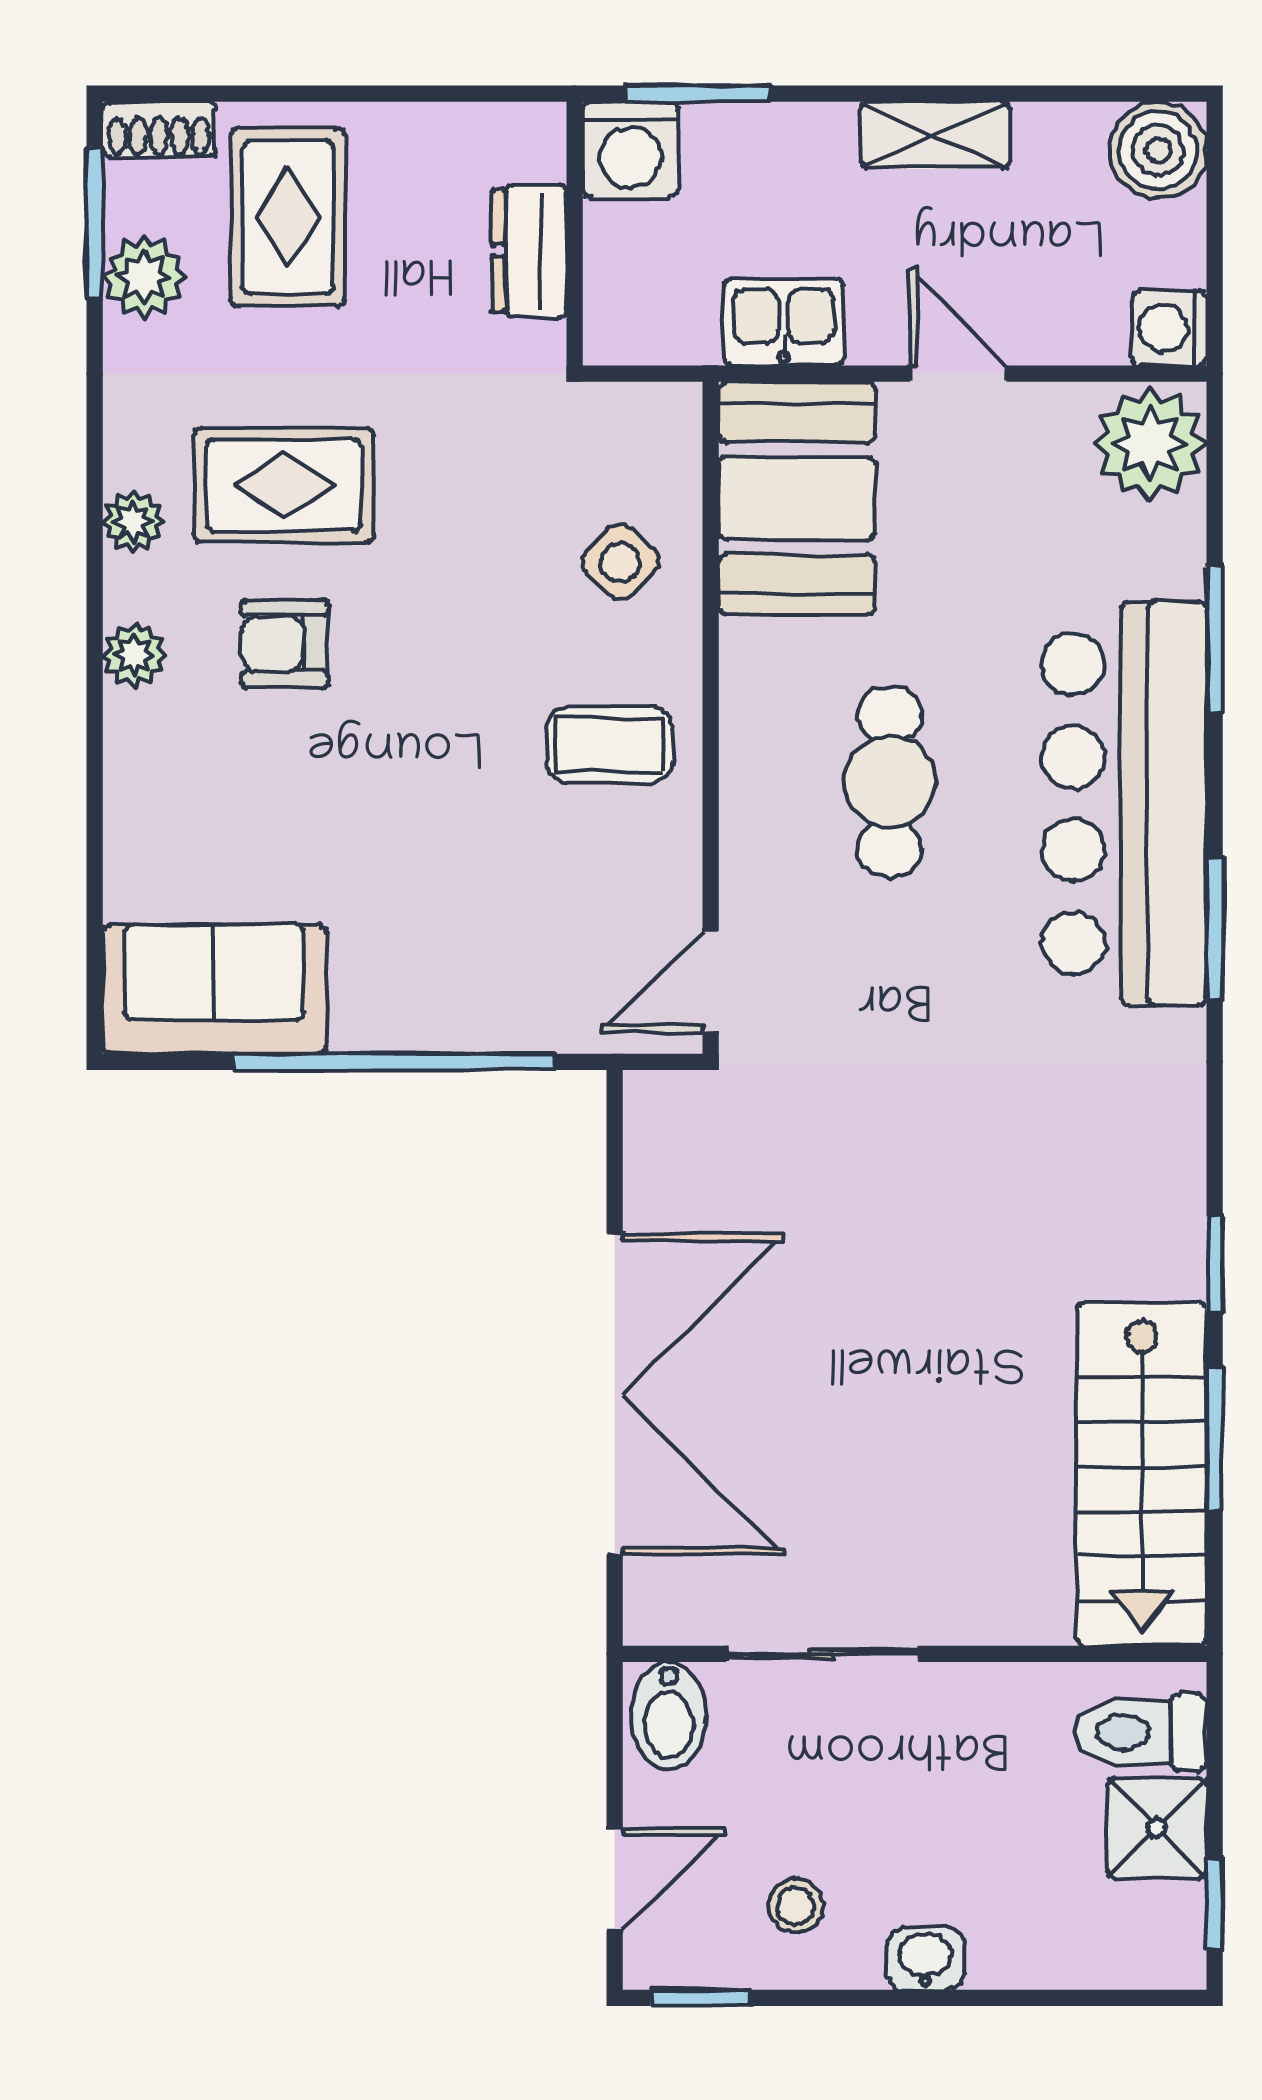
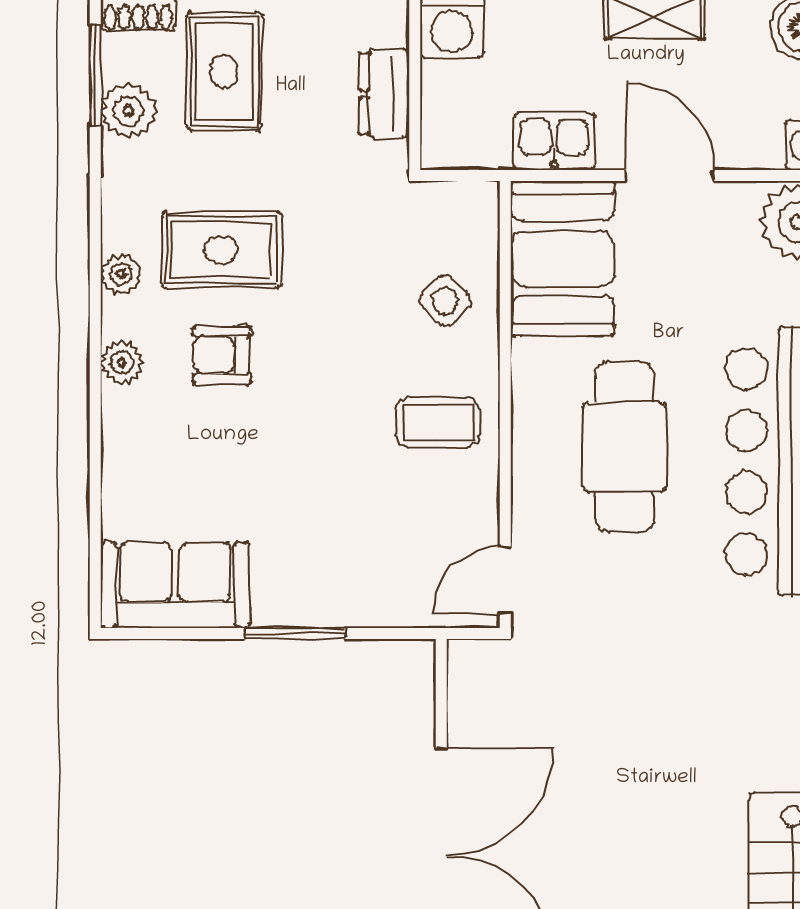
door: (958, 374) -> (670, 176), width x1.38
cafe table: (890, 782) -> (624, 447), width x1.37, depth x1.35
window: (394, 1062) -> (295, 633), width x0.47

